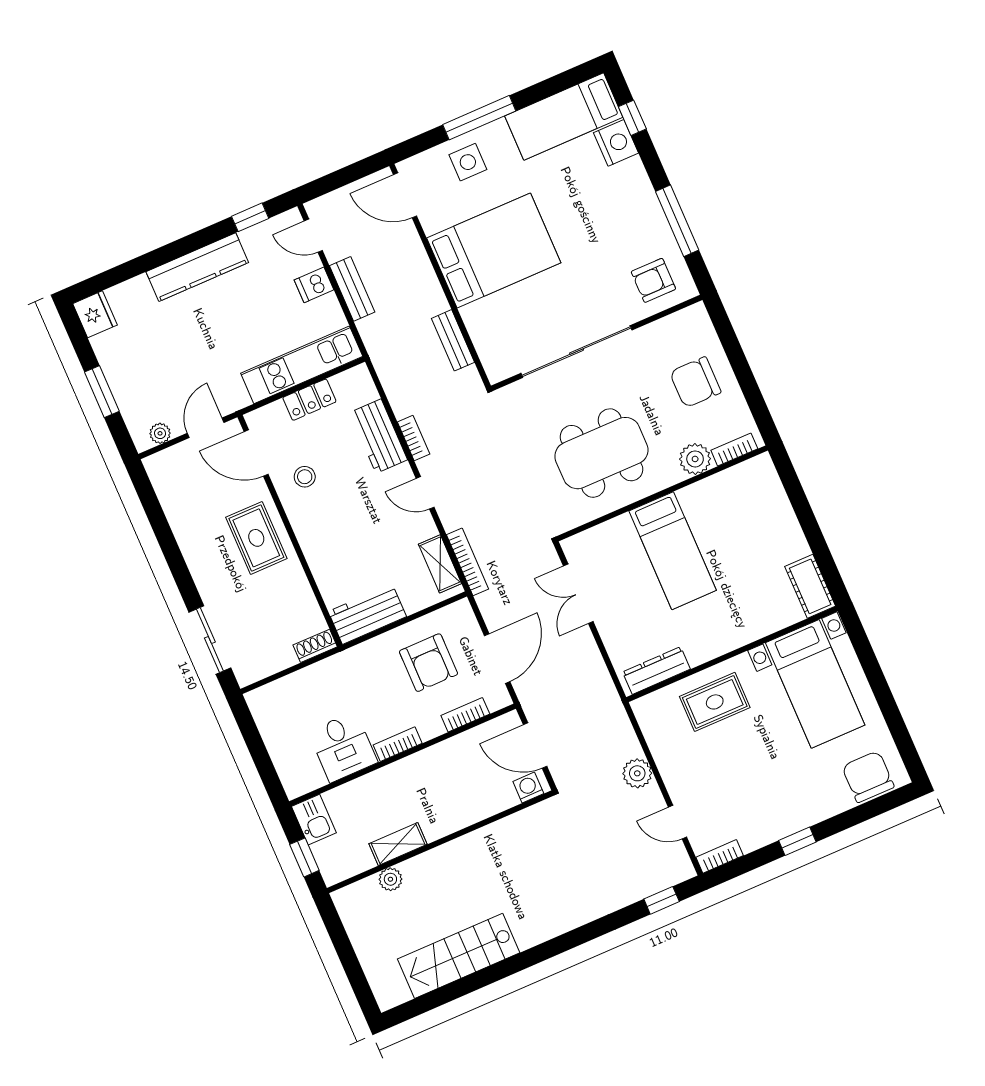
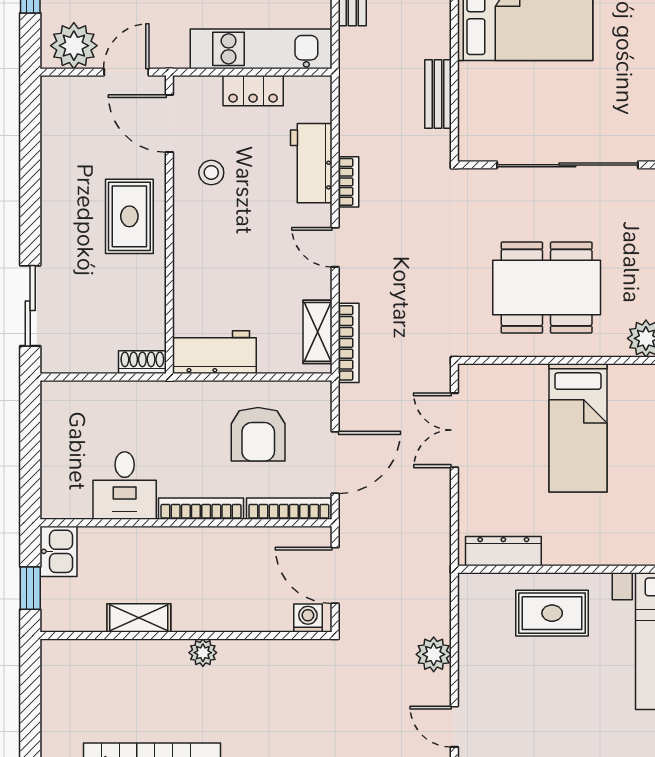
plant: (160, 433) -> (74, 46), width x1.88, depth x1.88
bookcase: (465, 715) -> (289, 509), width x1.56
bookcase: (398, 744) -> (201, 509), width x1.56
plant: (390, 879) -> (203, 653), moved

